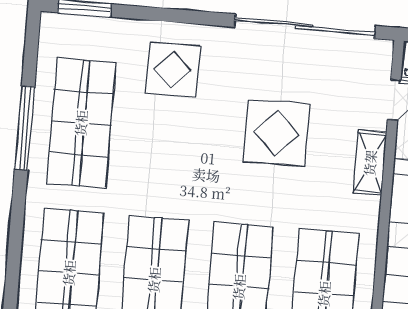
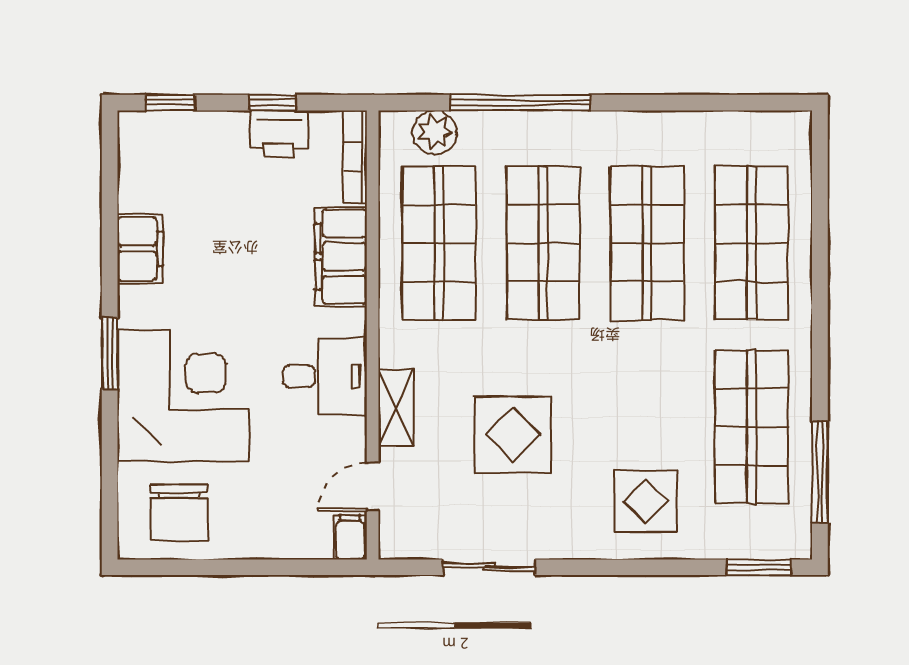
sliding door: (305, 26) -> (489, 567), width x0.54
window: (25, 128) -> (820, 472), moved

